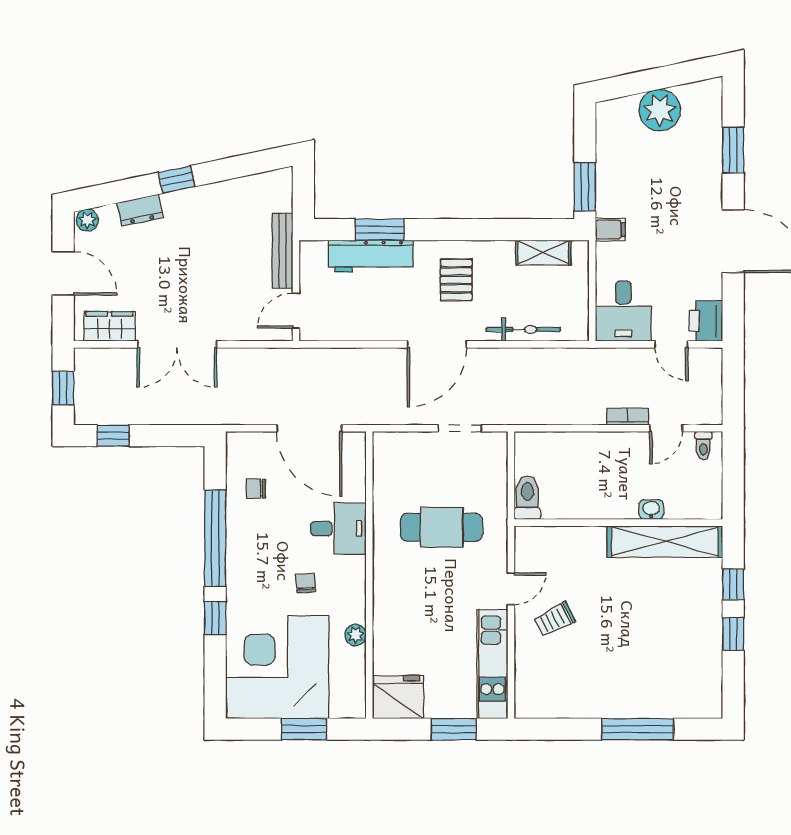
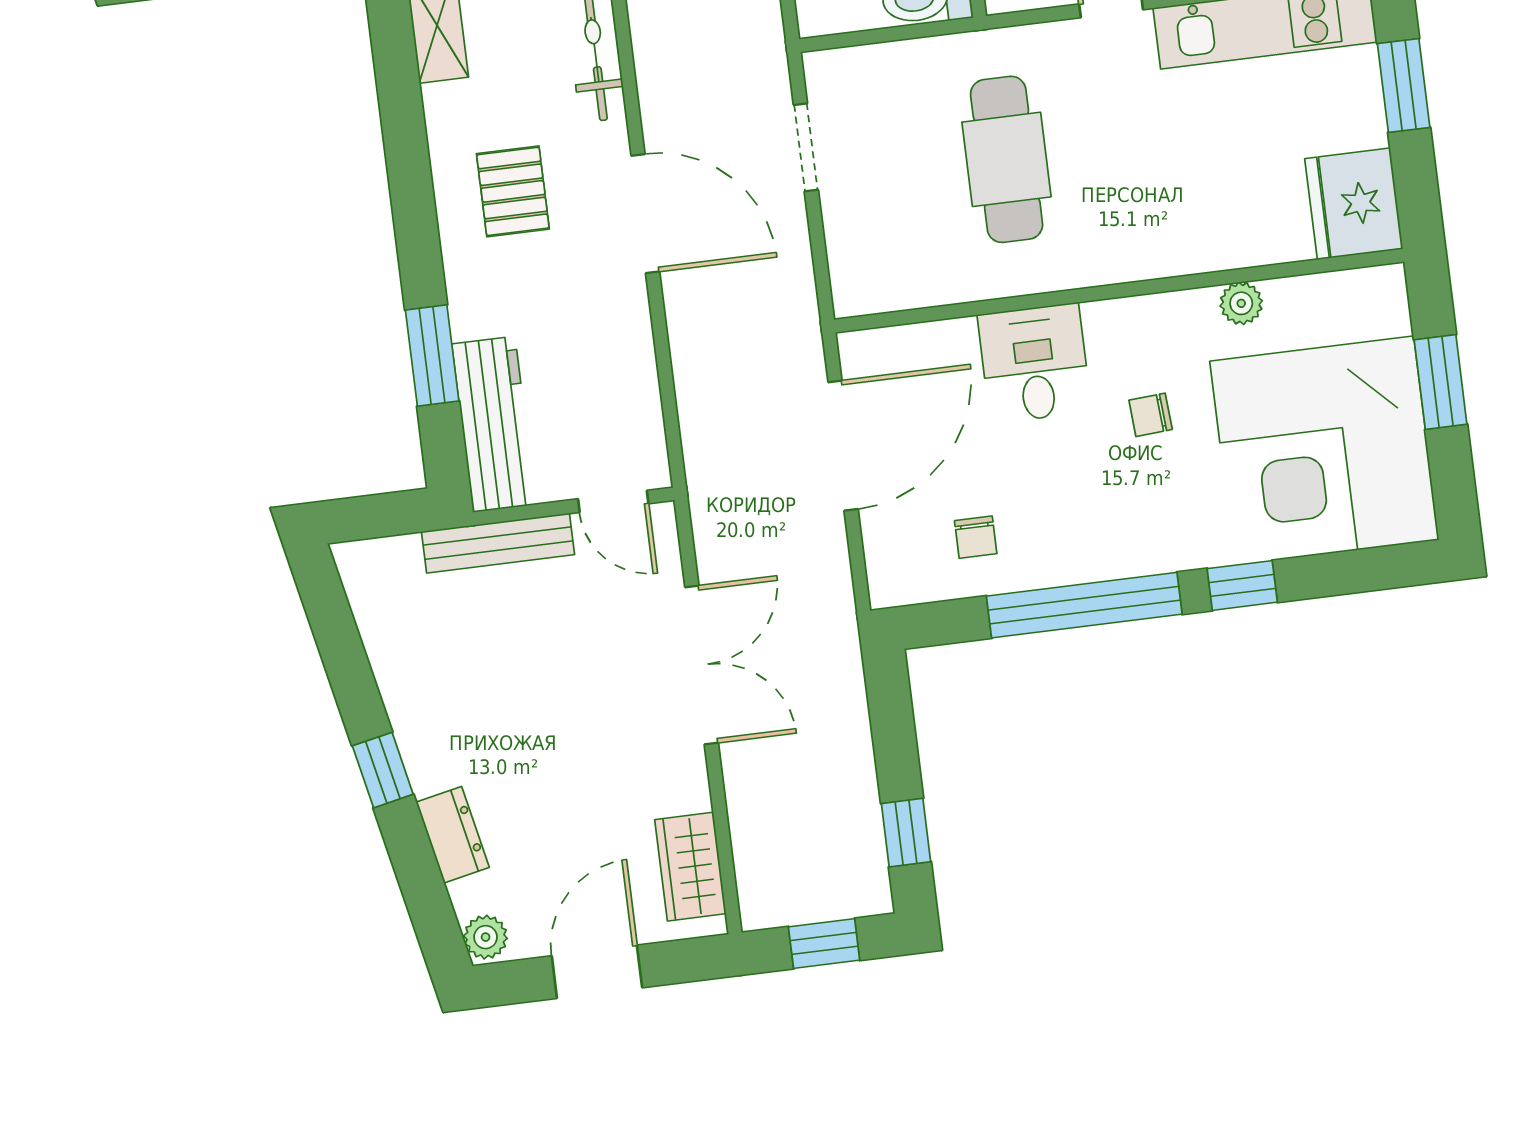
workbench: (371, 256) -> (494, 424), moved
pallet: (456, 280) -> (513, 191), turned 90
double door: (177, 344) -> (702, 665), moved

